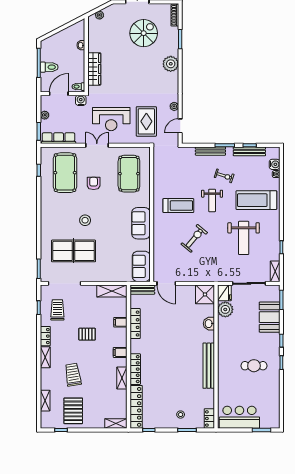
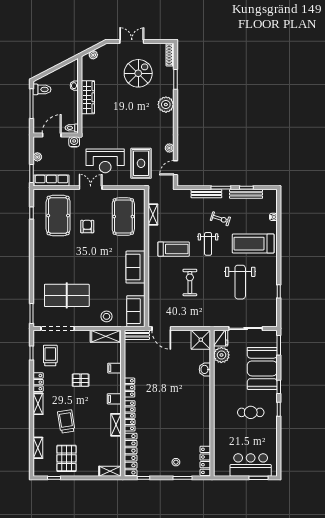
toilet: (49, 67) -> (42, 89), moved
wardrobe: (94, 69) -> (88, 97), moved
water cooler: (275, 164) -> (272, 207), removed
stool: (85, 220) -> (107, 316), moved
exercise bike: (194, 238) -> (190, 282), turned -40
shelving: (275, 271) -> (153, 215), moved
booth: (270, 317) -> (262, 368), width x1.36, depth x1.42
locker: (135, 324) -> (130, 388), moved, width x0.66
bench: (209, 366) -> (205, 412), removed
bar counter: (239, 417) -> (251, 465), moved
locker: (209, 418) -> (205, 461), width x1.53

